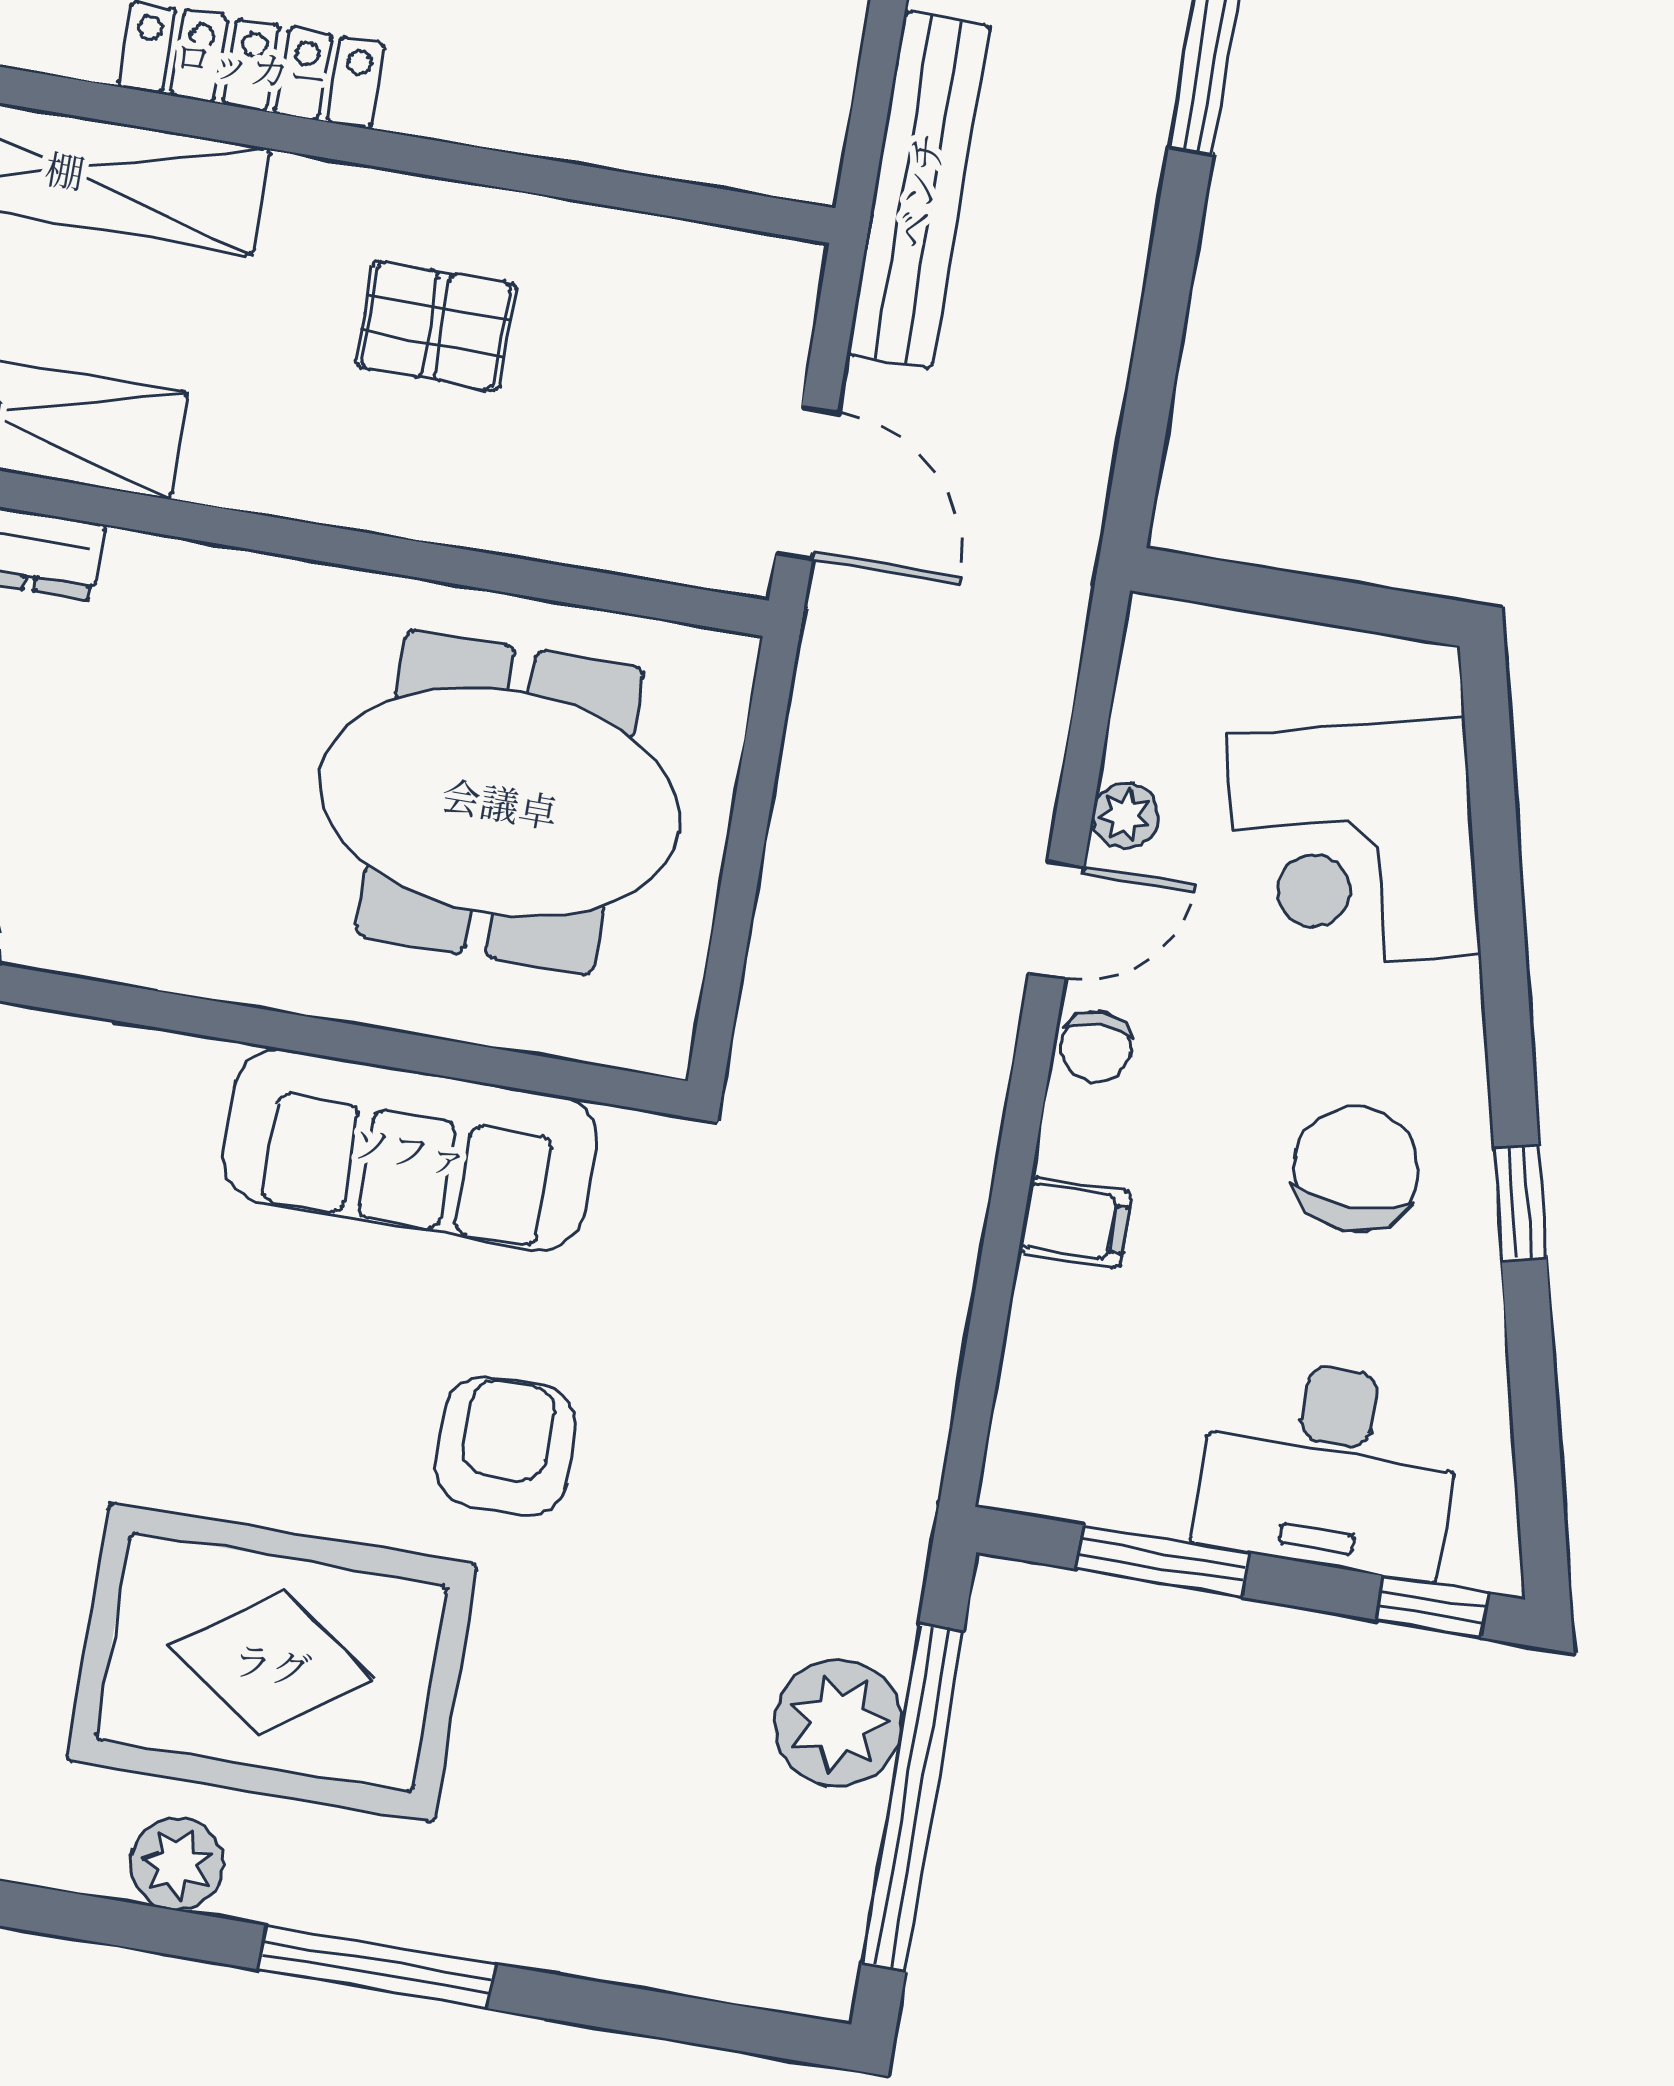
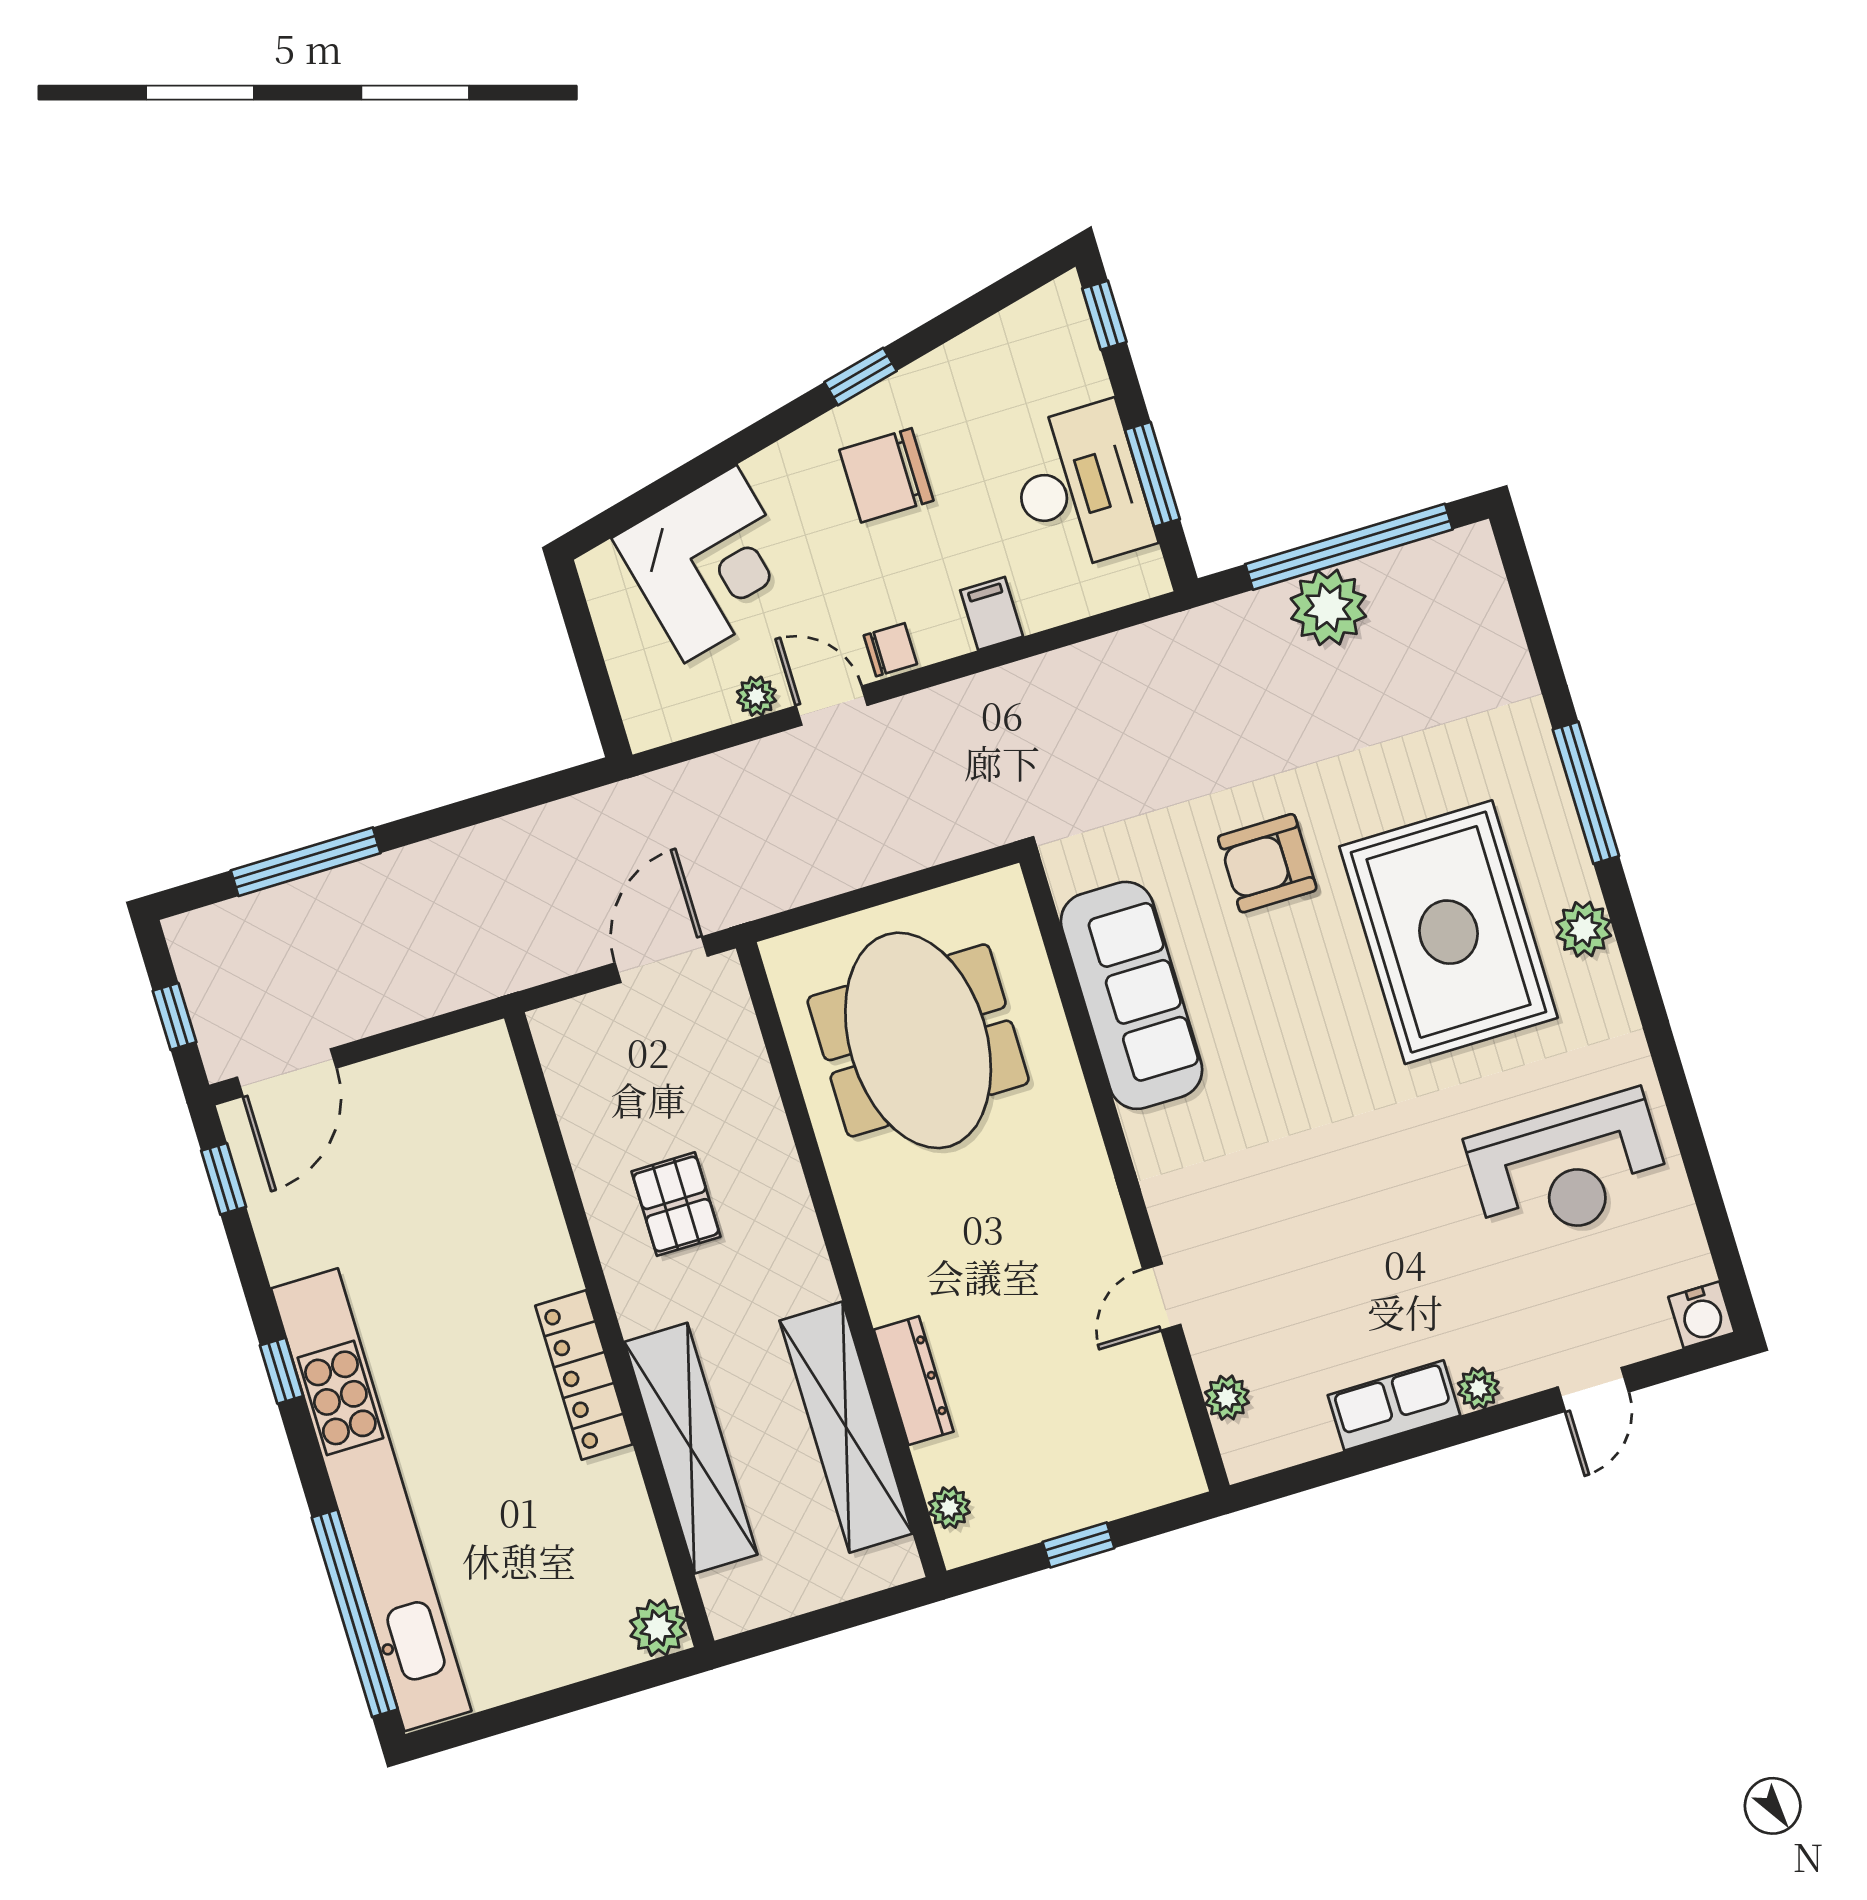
bench: (918, 190) -> (472, 978), removed
desk: (1329, 1467) -> (1080, 487), moved

